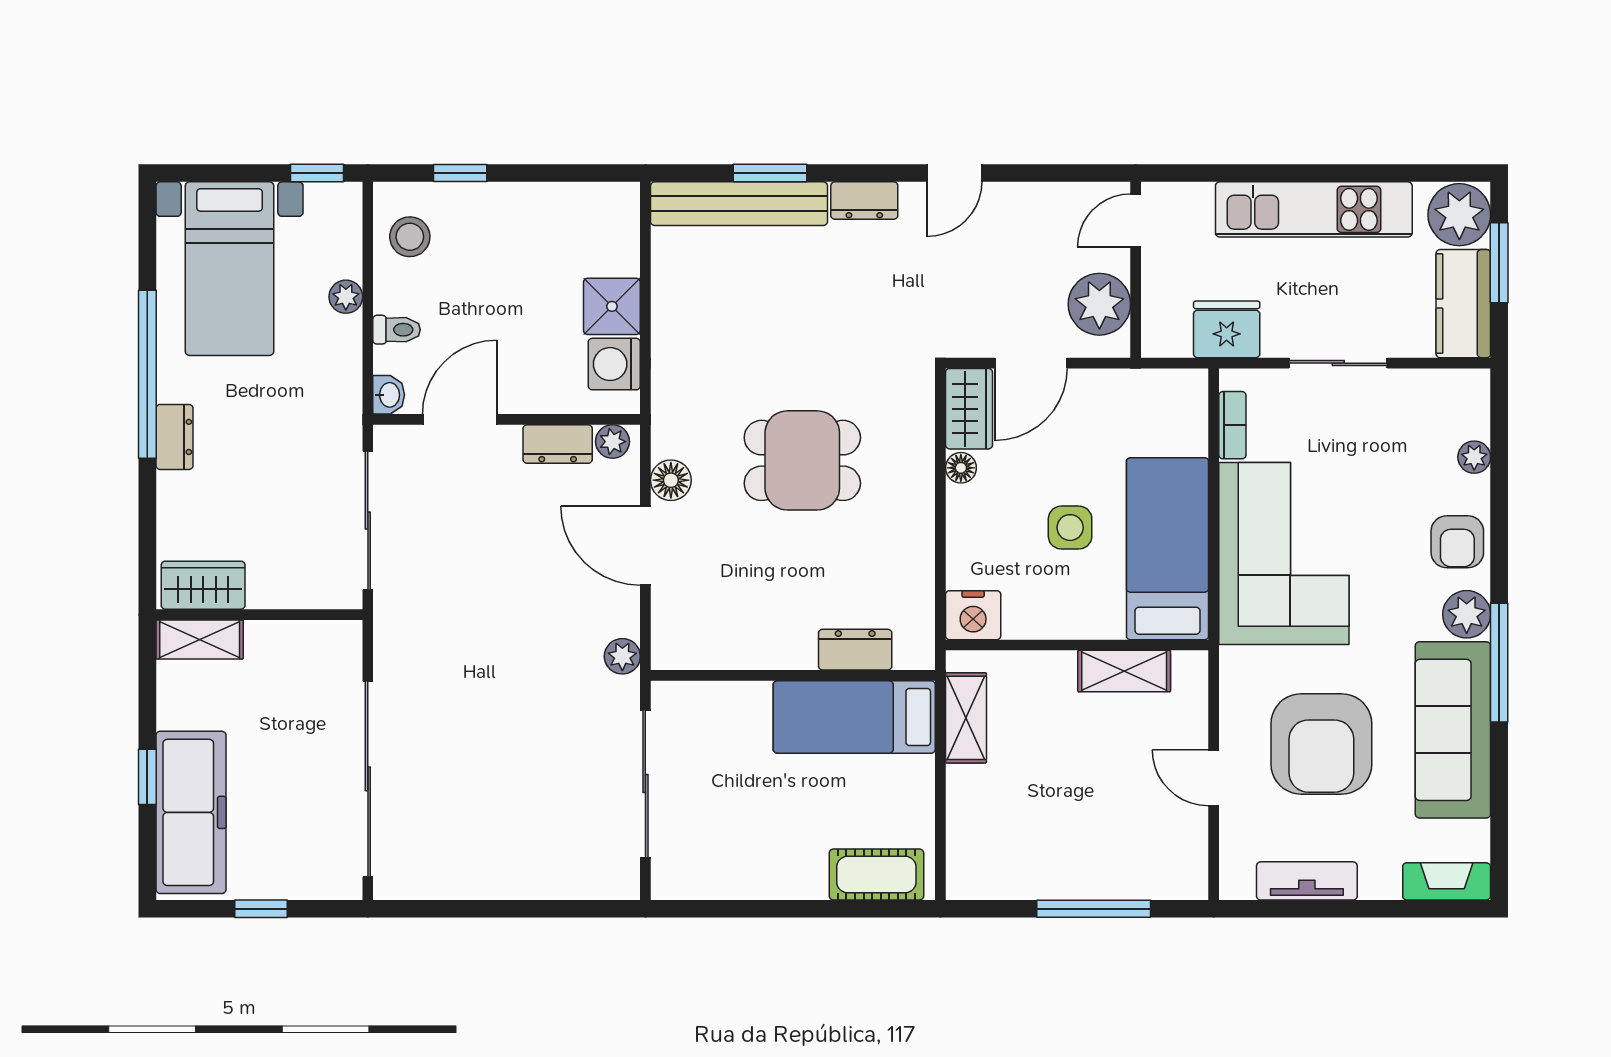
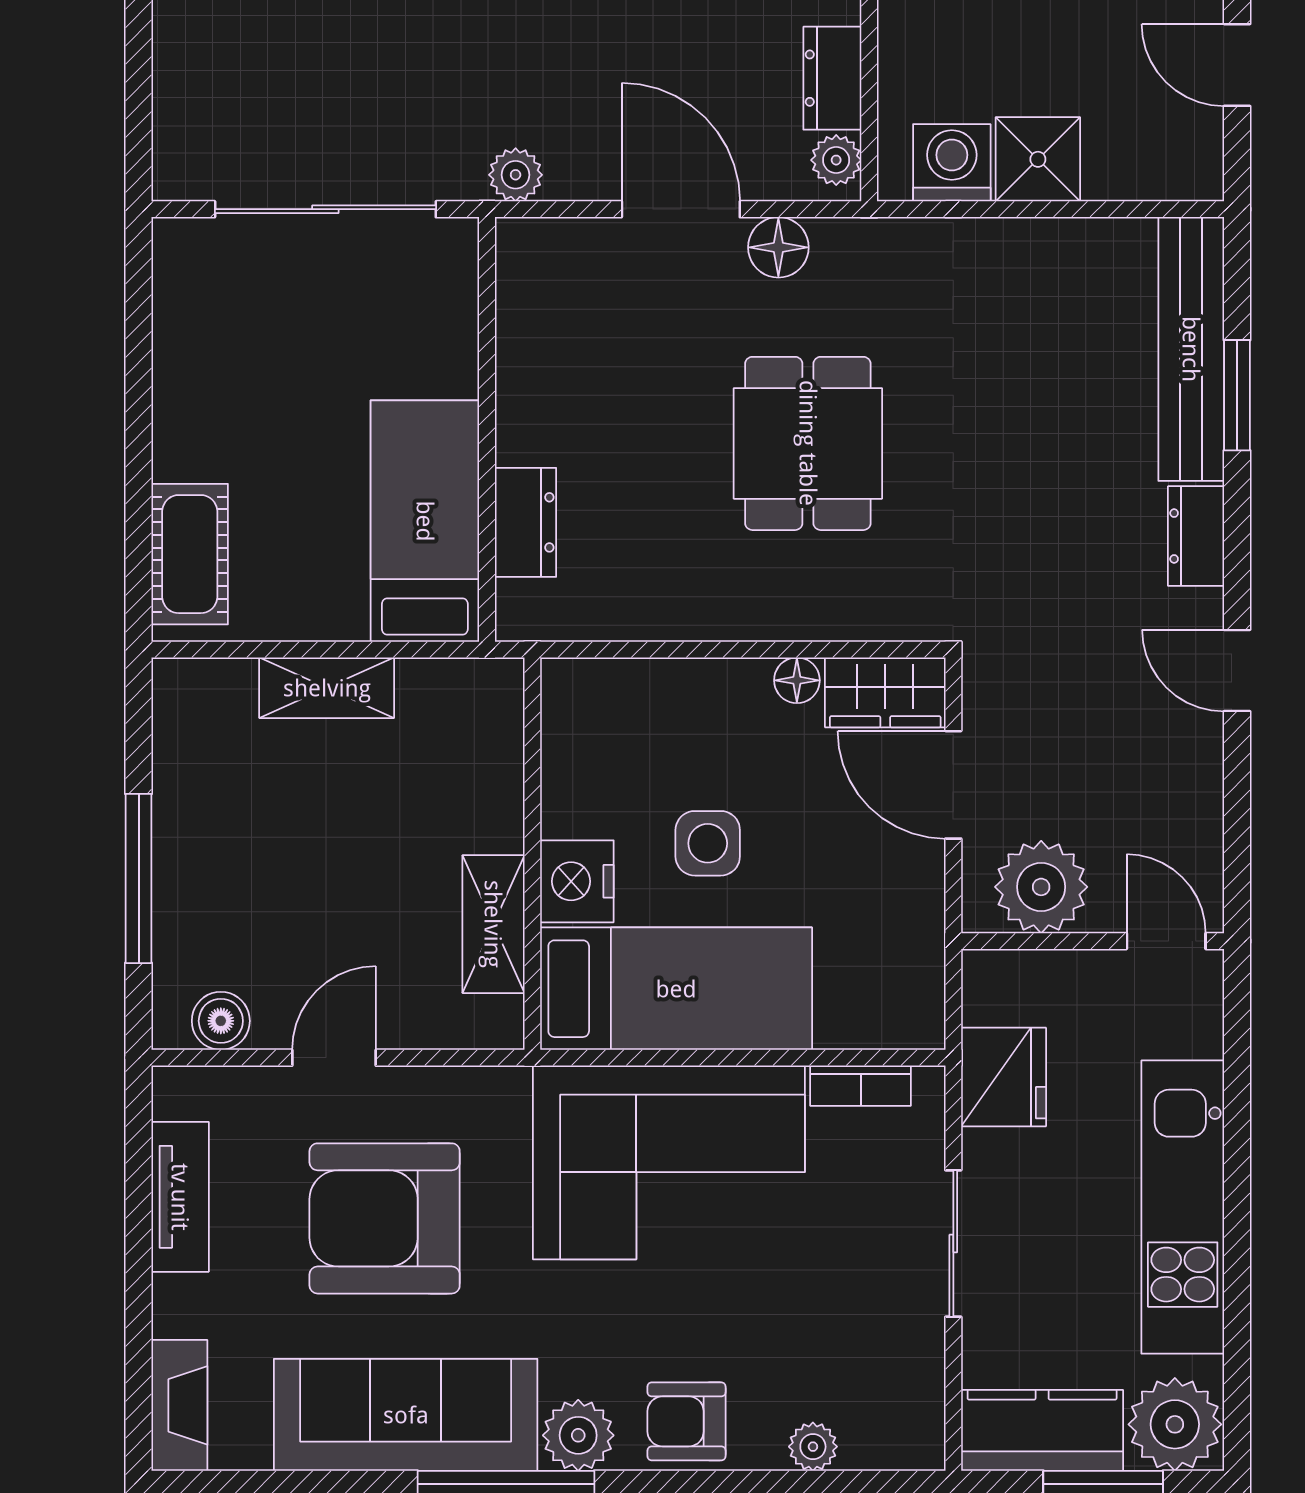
door: (549, 173) -> (1237, 65), added
door: (645, 546) -> (681, 209), hinge flipped
nightstand: (973, 615) -> (577, 881), moved
shelving: (966, 718) -> (327, 688), moved
boiler: (1189, 854) -> (221, 1021), added

